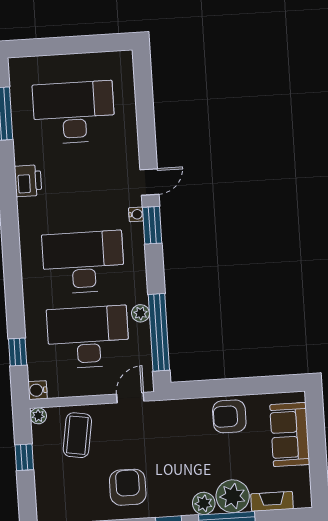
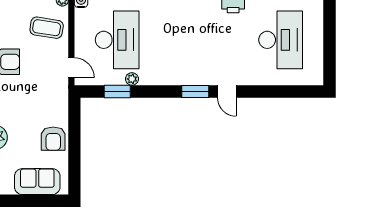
water cooler: (136, 214) -> (204, 80), removed
desk: (83, 262) -> (172, 40), removed
window: (159, 332) -> (117, 91), width x0.47
armchair: (229, 416) -> (53, 139), turned 180

